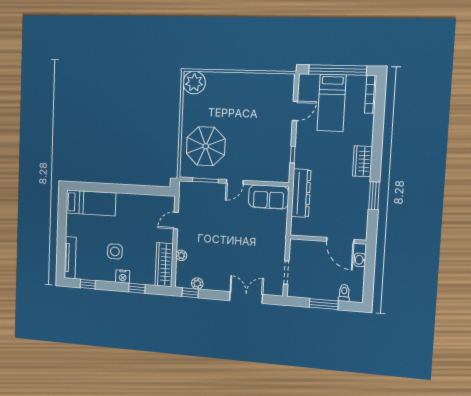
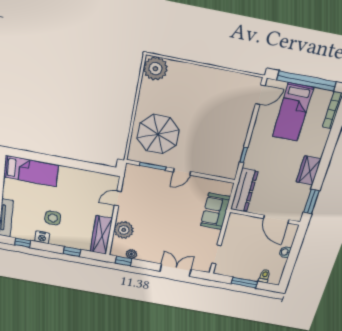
door: (295, 111) -> (260, 95), moved
sofa: (269, 197) -> (215, 211), moved, turned 90
wall: (328, 240) -> (265, 217), moved
door: (340, 240) -> (276, 219), moved
plant: (181, 255) -> (124, 230), width x1.88, depth x1.88
nightstand: (123, 277) -> (42, 237), moved

